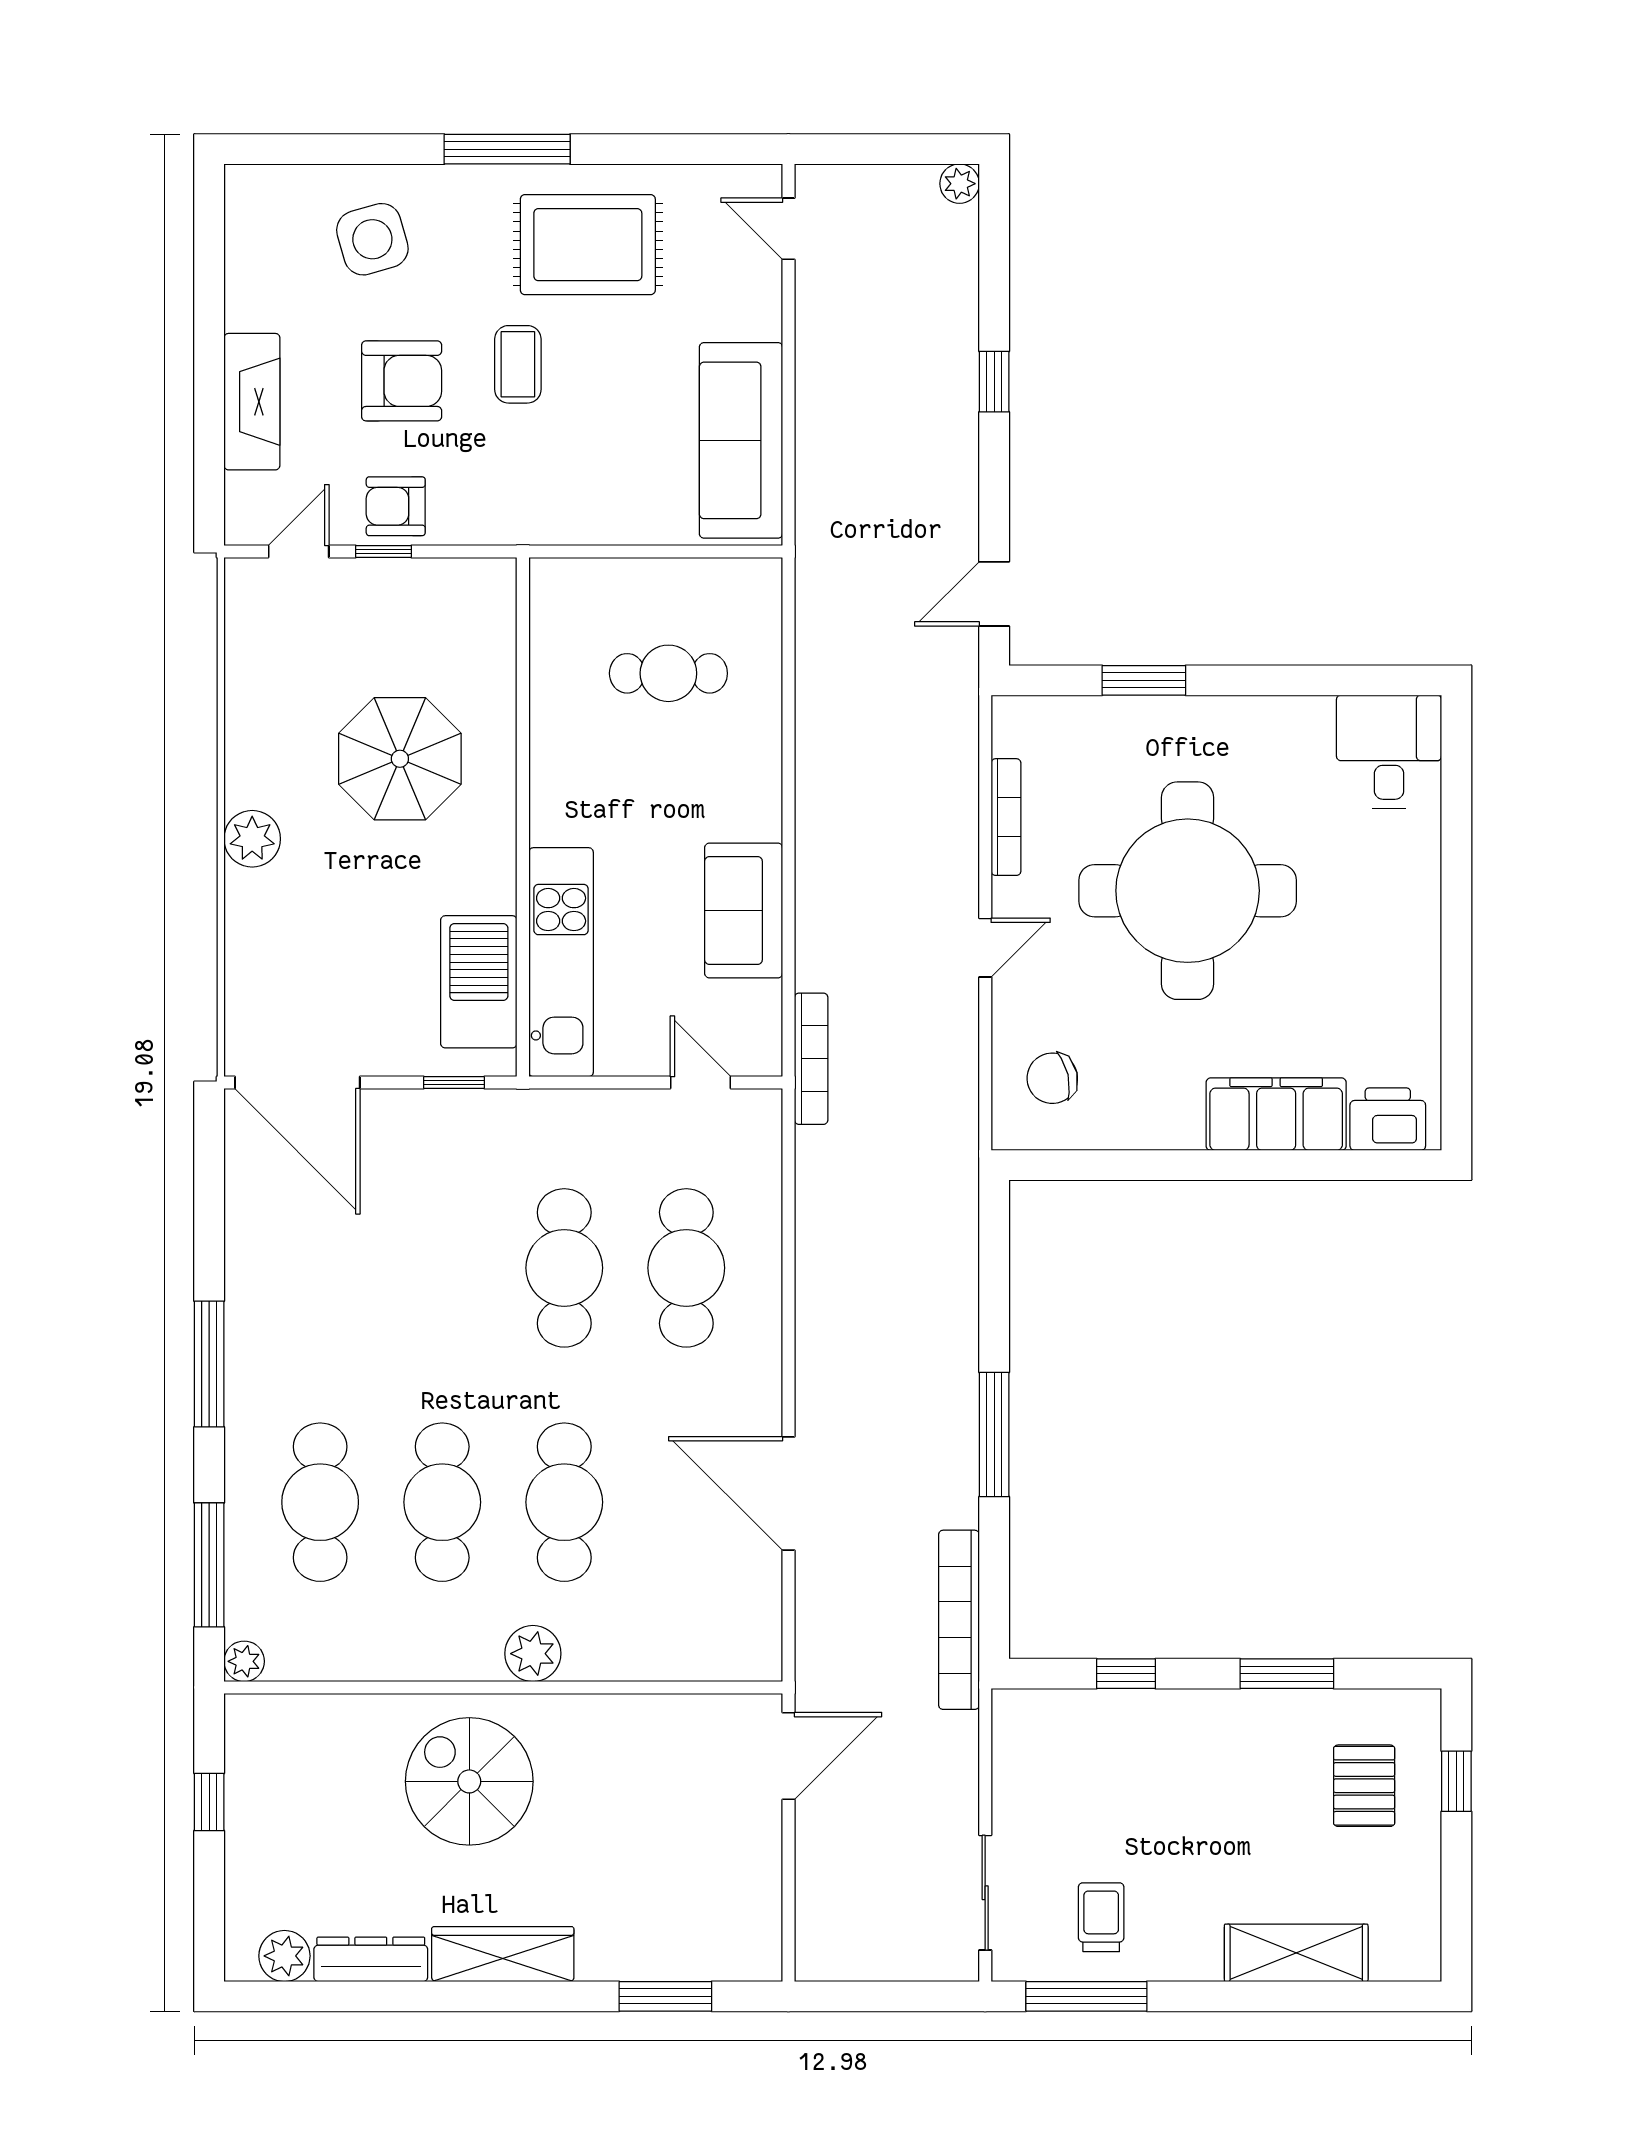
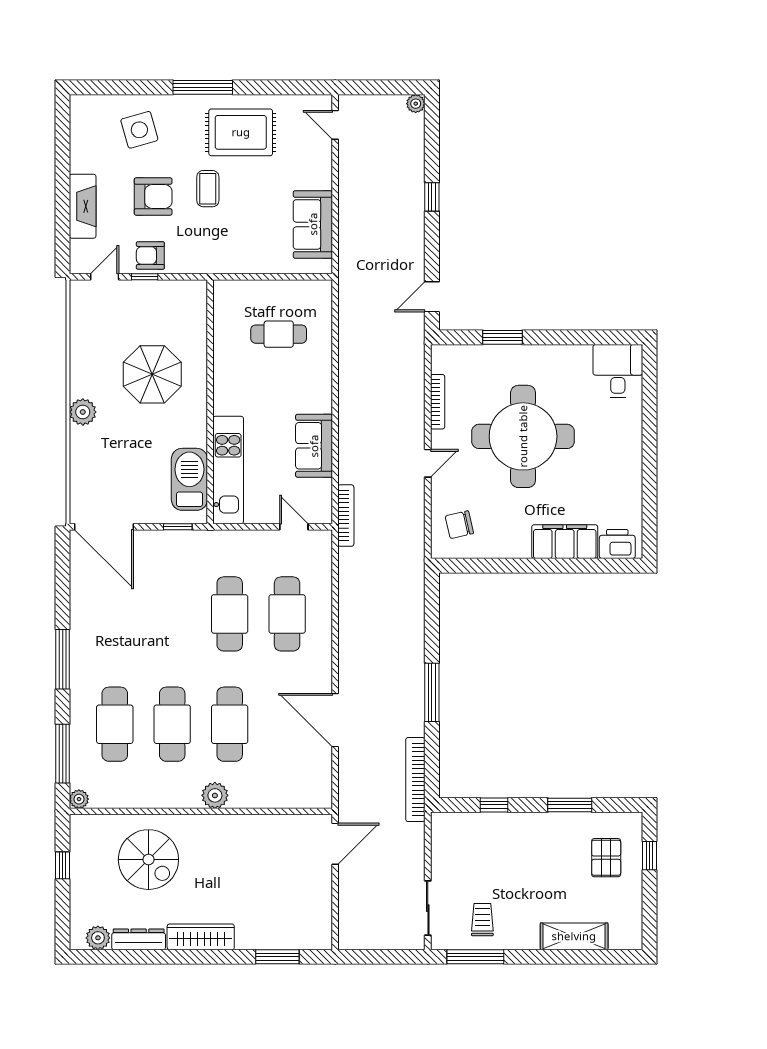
sofa: (741, 440) -> (313, 224), width x0.73
spiral stairs: (469, 1781) -> (148, 860), moved, turned 180

